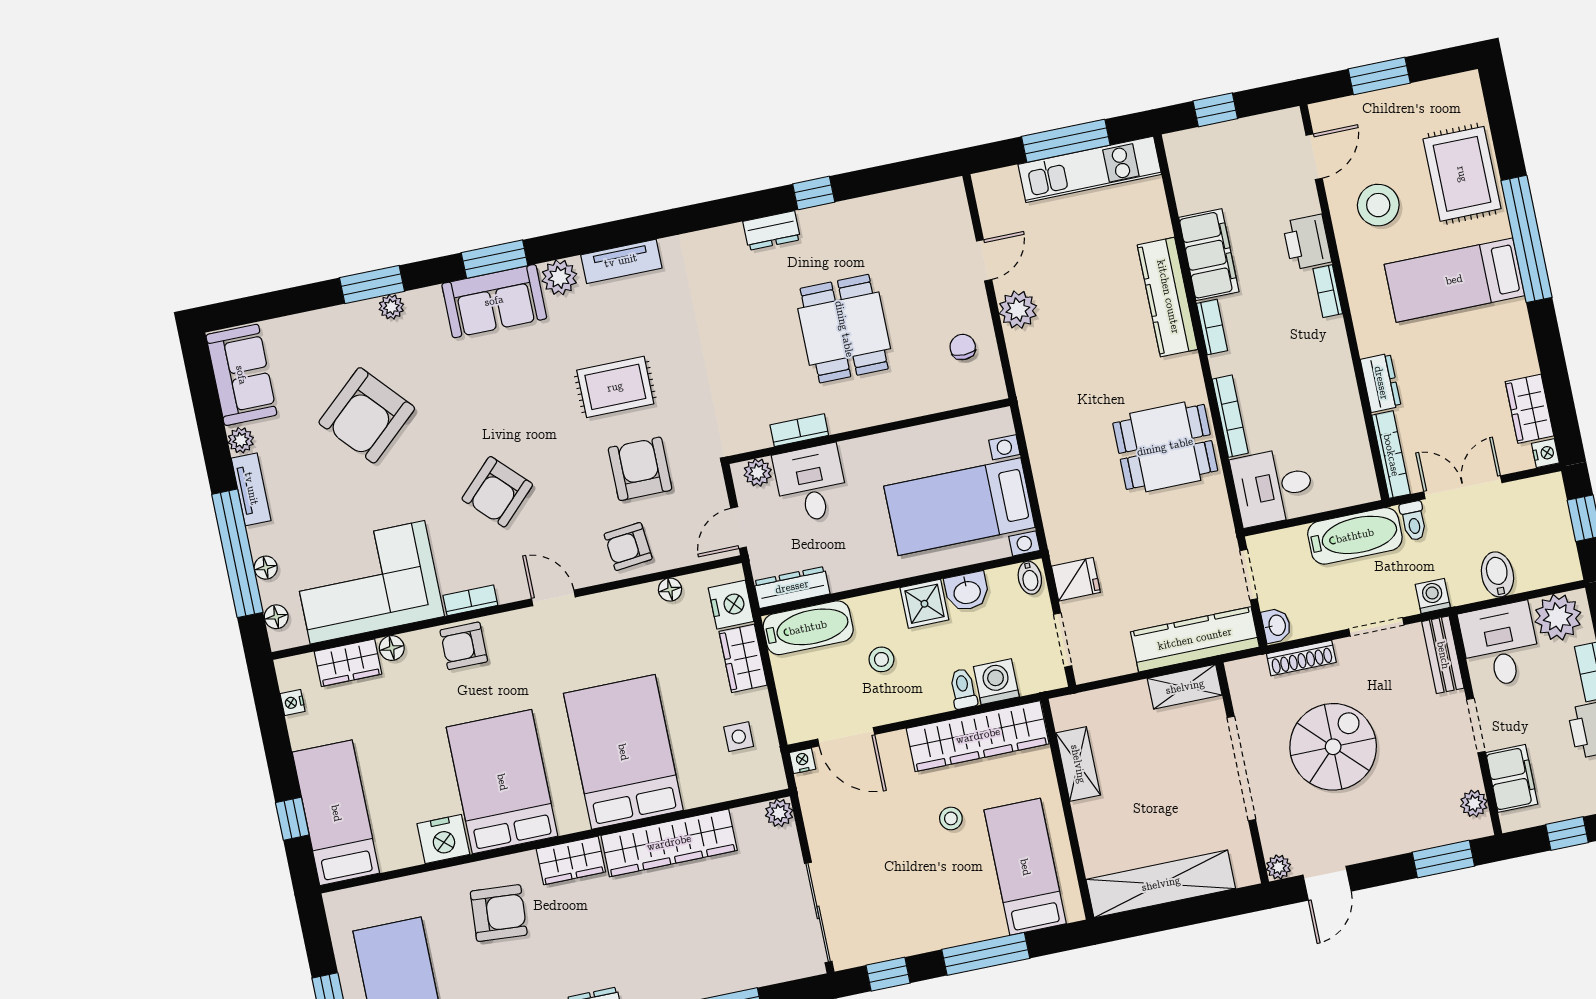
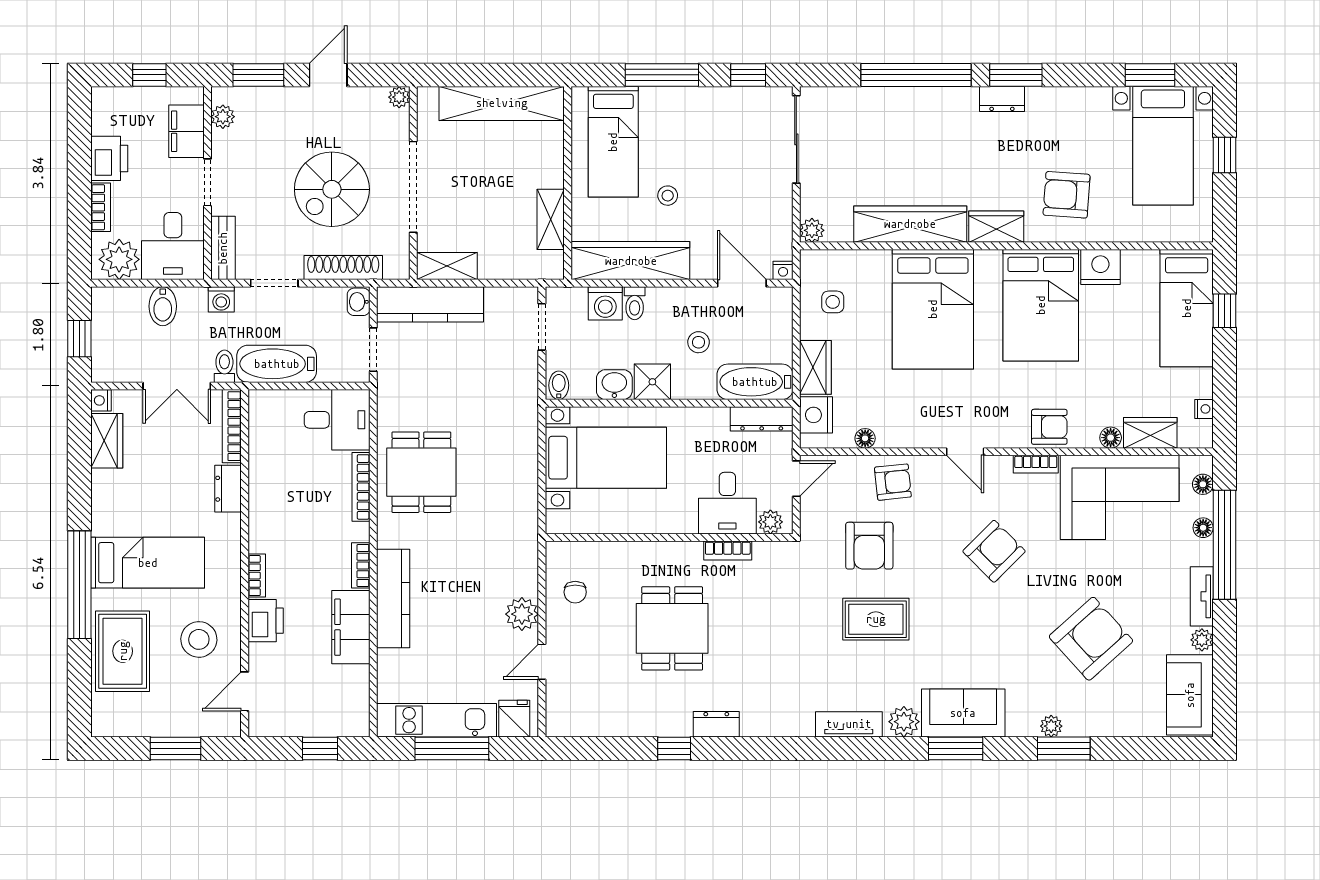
dining table: (1165, 447) -> (421, 472), turned 90
fridge: (1076, 579) -> (514, 719), moved, turned 90
shoe rack: (1301, 658) -> (343, 268), width x1.36, depth x1.24
door: (1327, 883) -> (328, 75), moved

